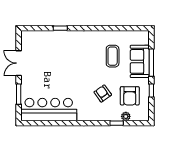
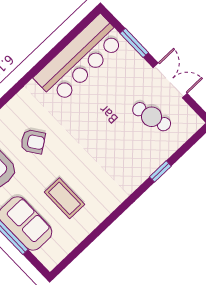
cafe table: (42, 55) -> (152, 117), added

